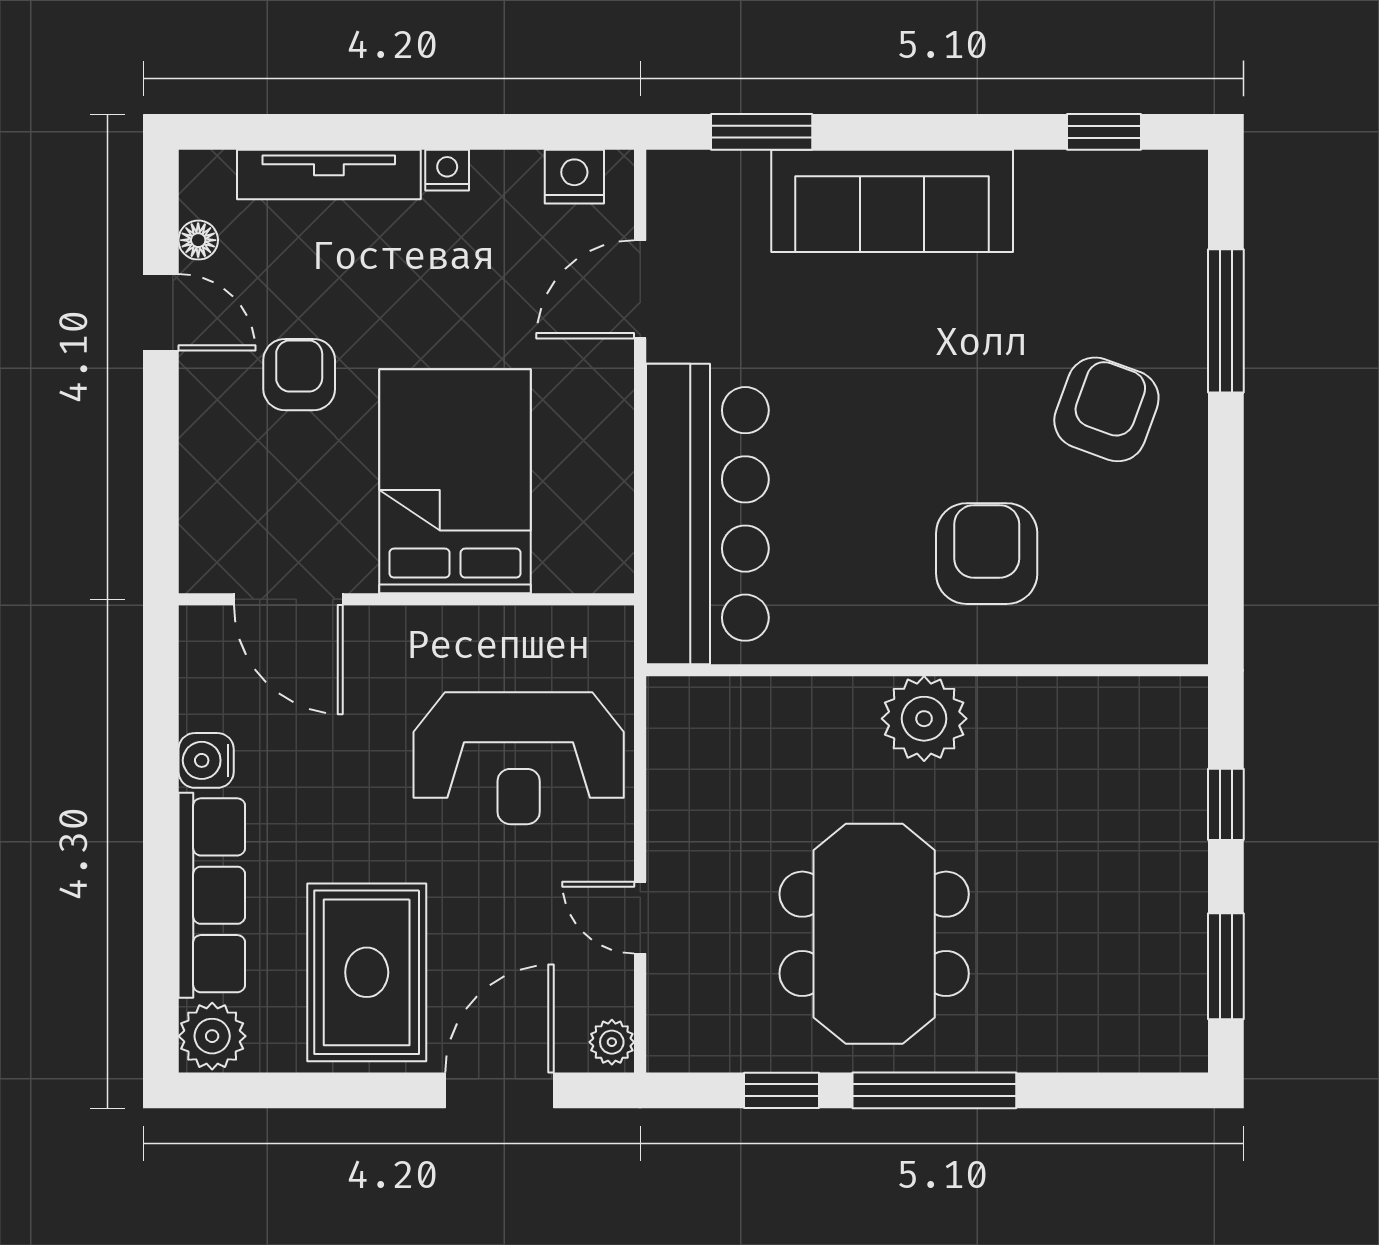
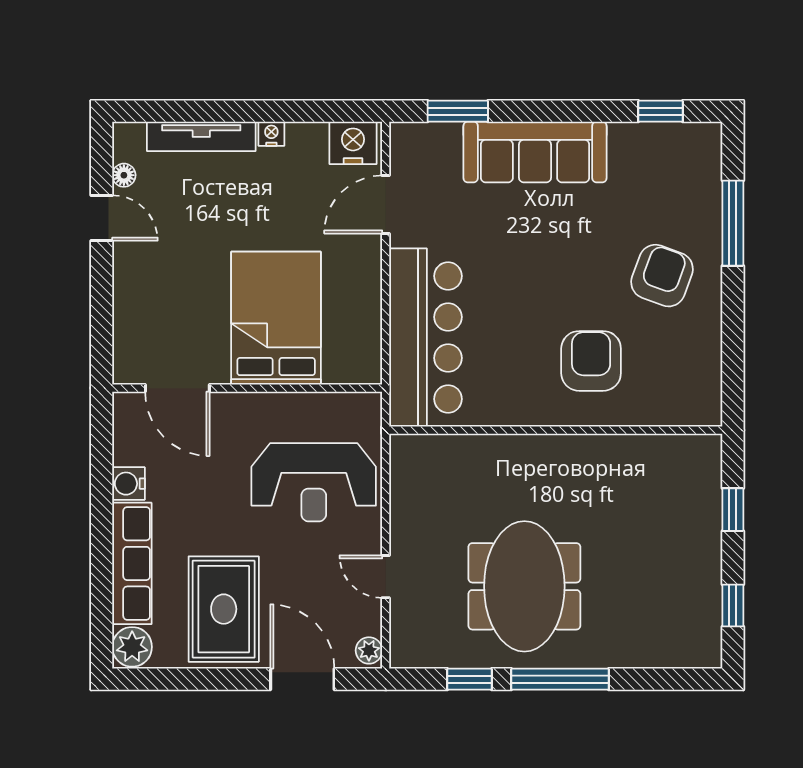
nightstand: (574, 177) -> (353, 143), width x1.36, depth x1.33
armchair: (299, 375) -> (184, 255), removed
plant: (924, 719) -> (554, 459), removed
window: (1226, 966) -> (733, 605), width x0.67
door: (499, 1090) -> (302, 679), hinge flipped

